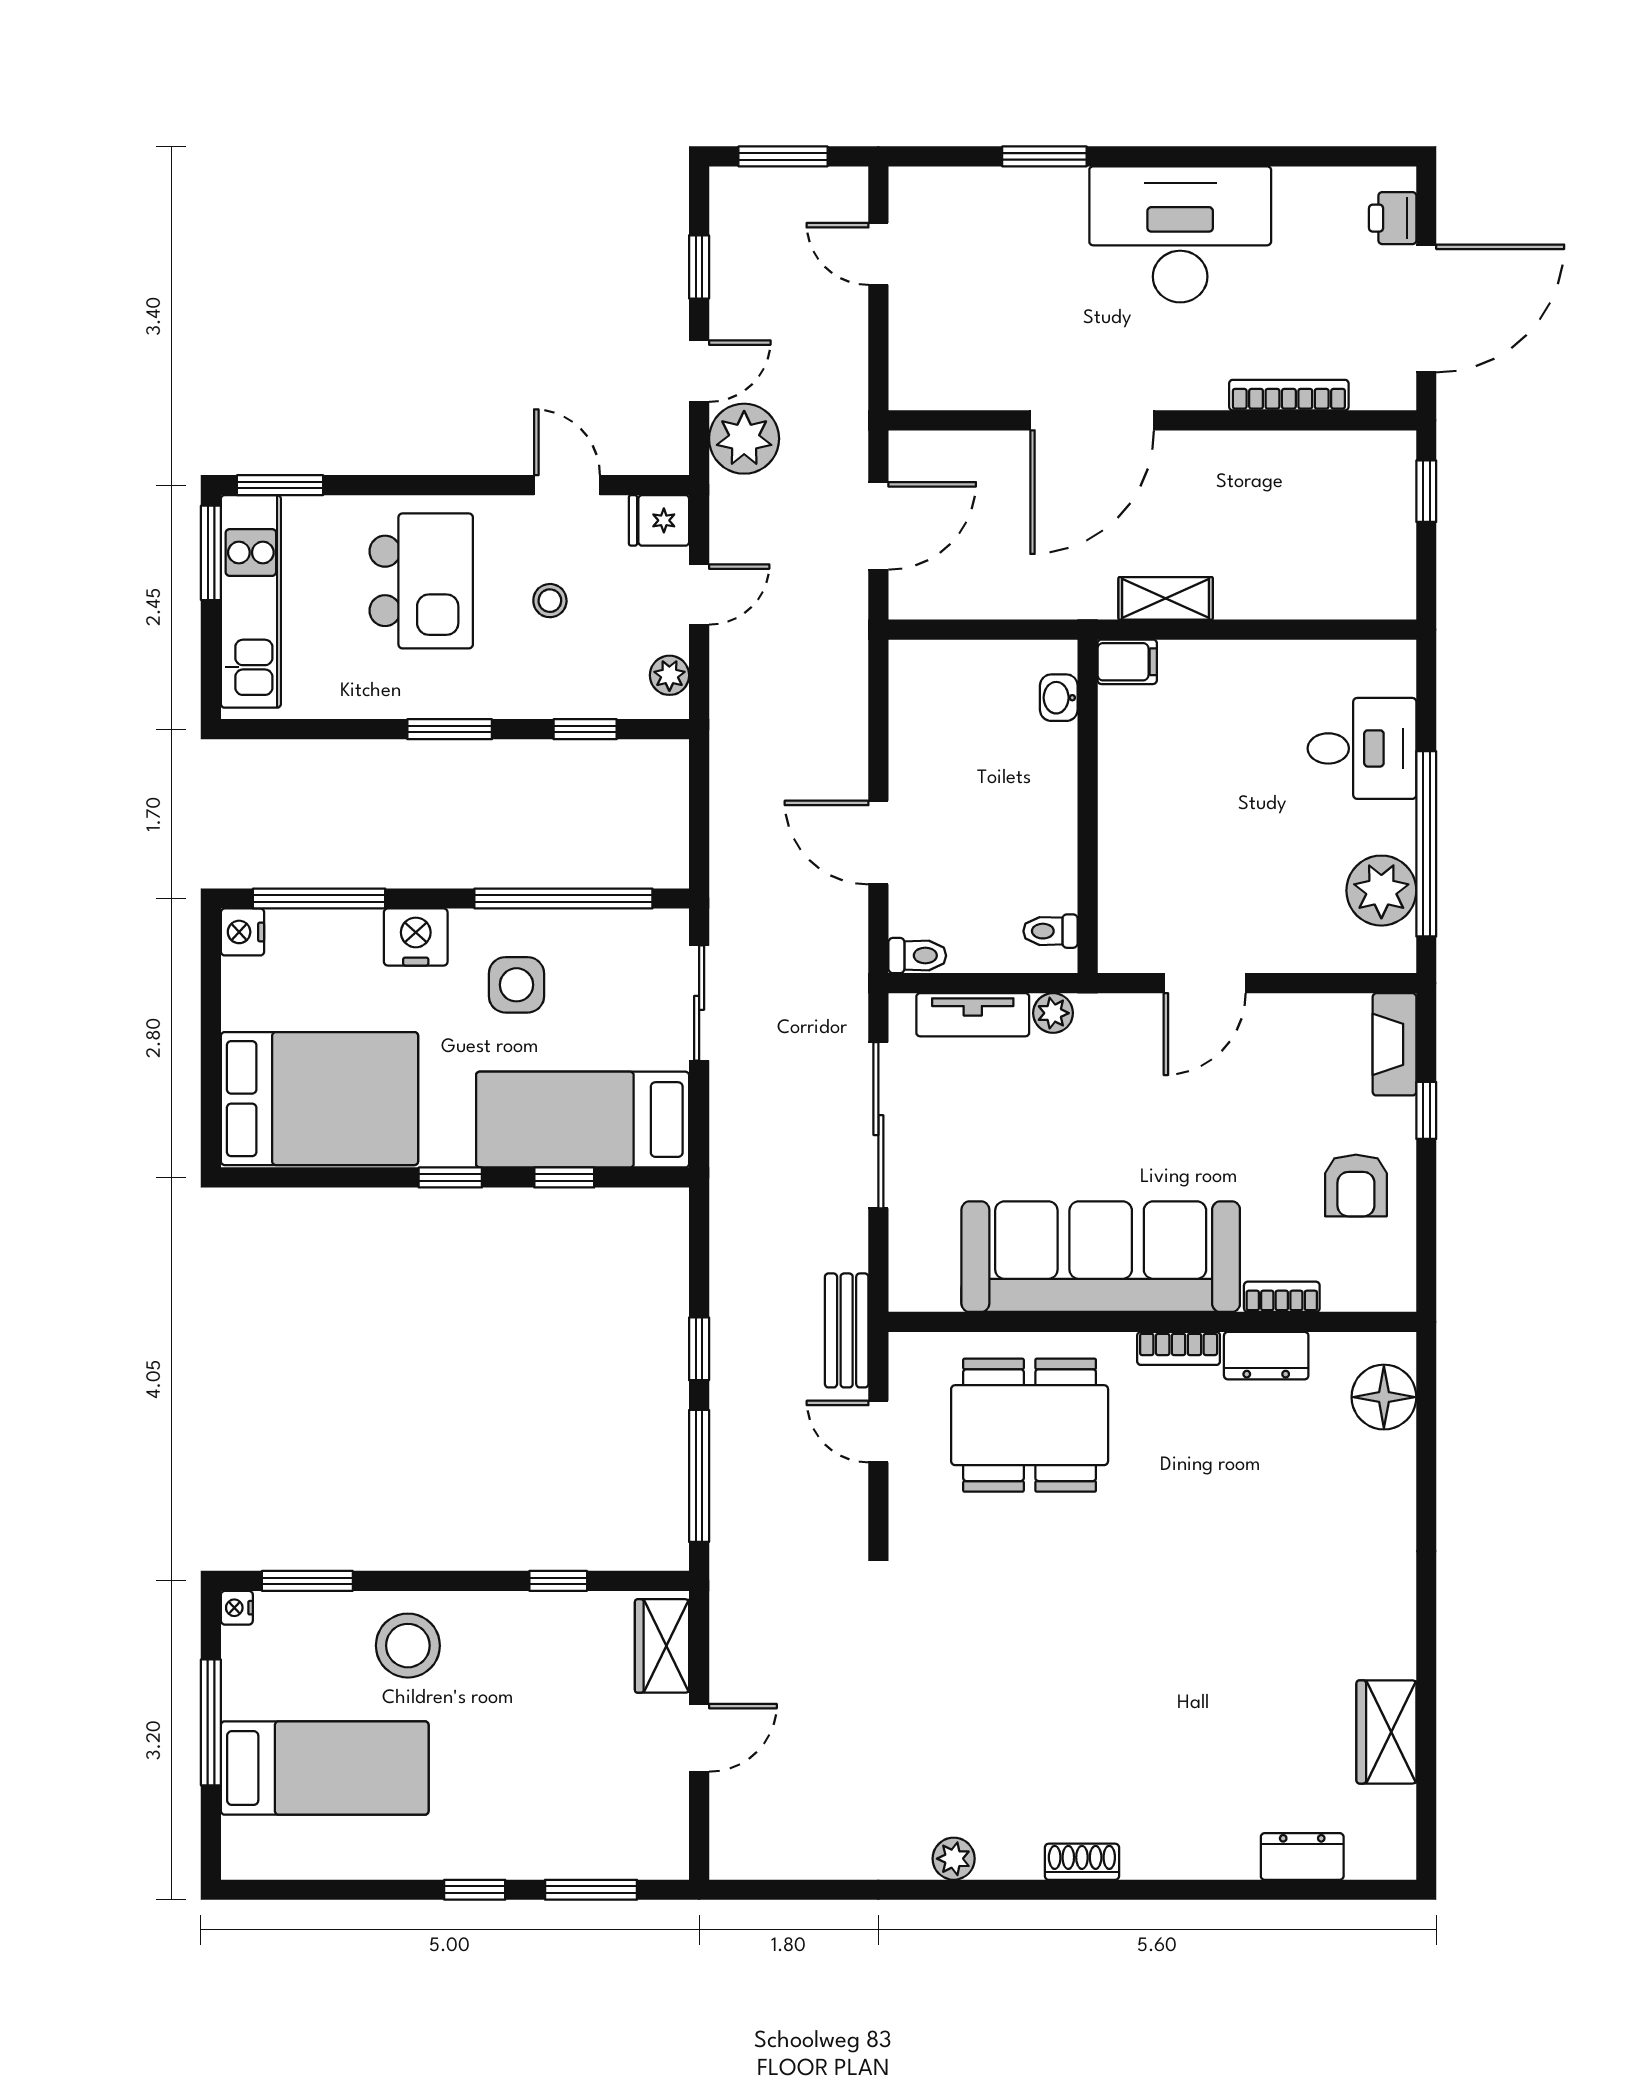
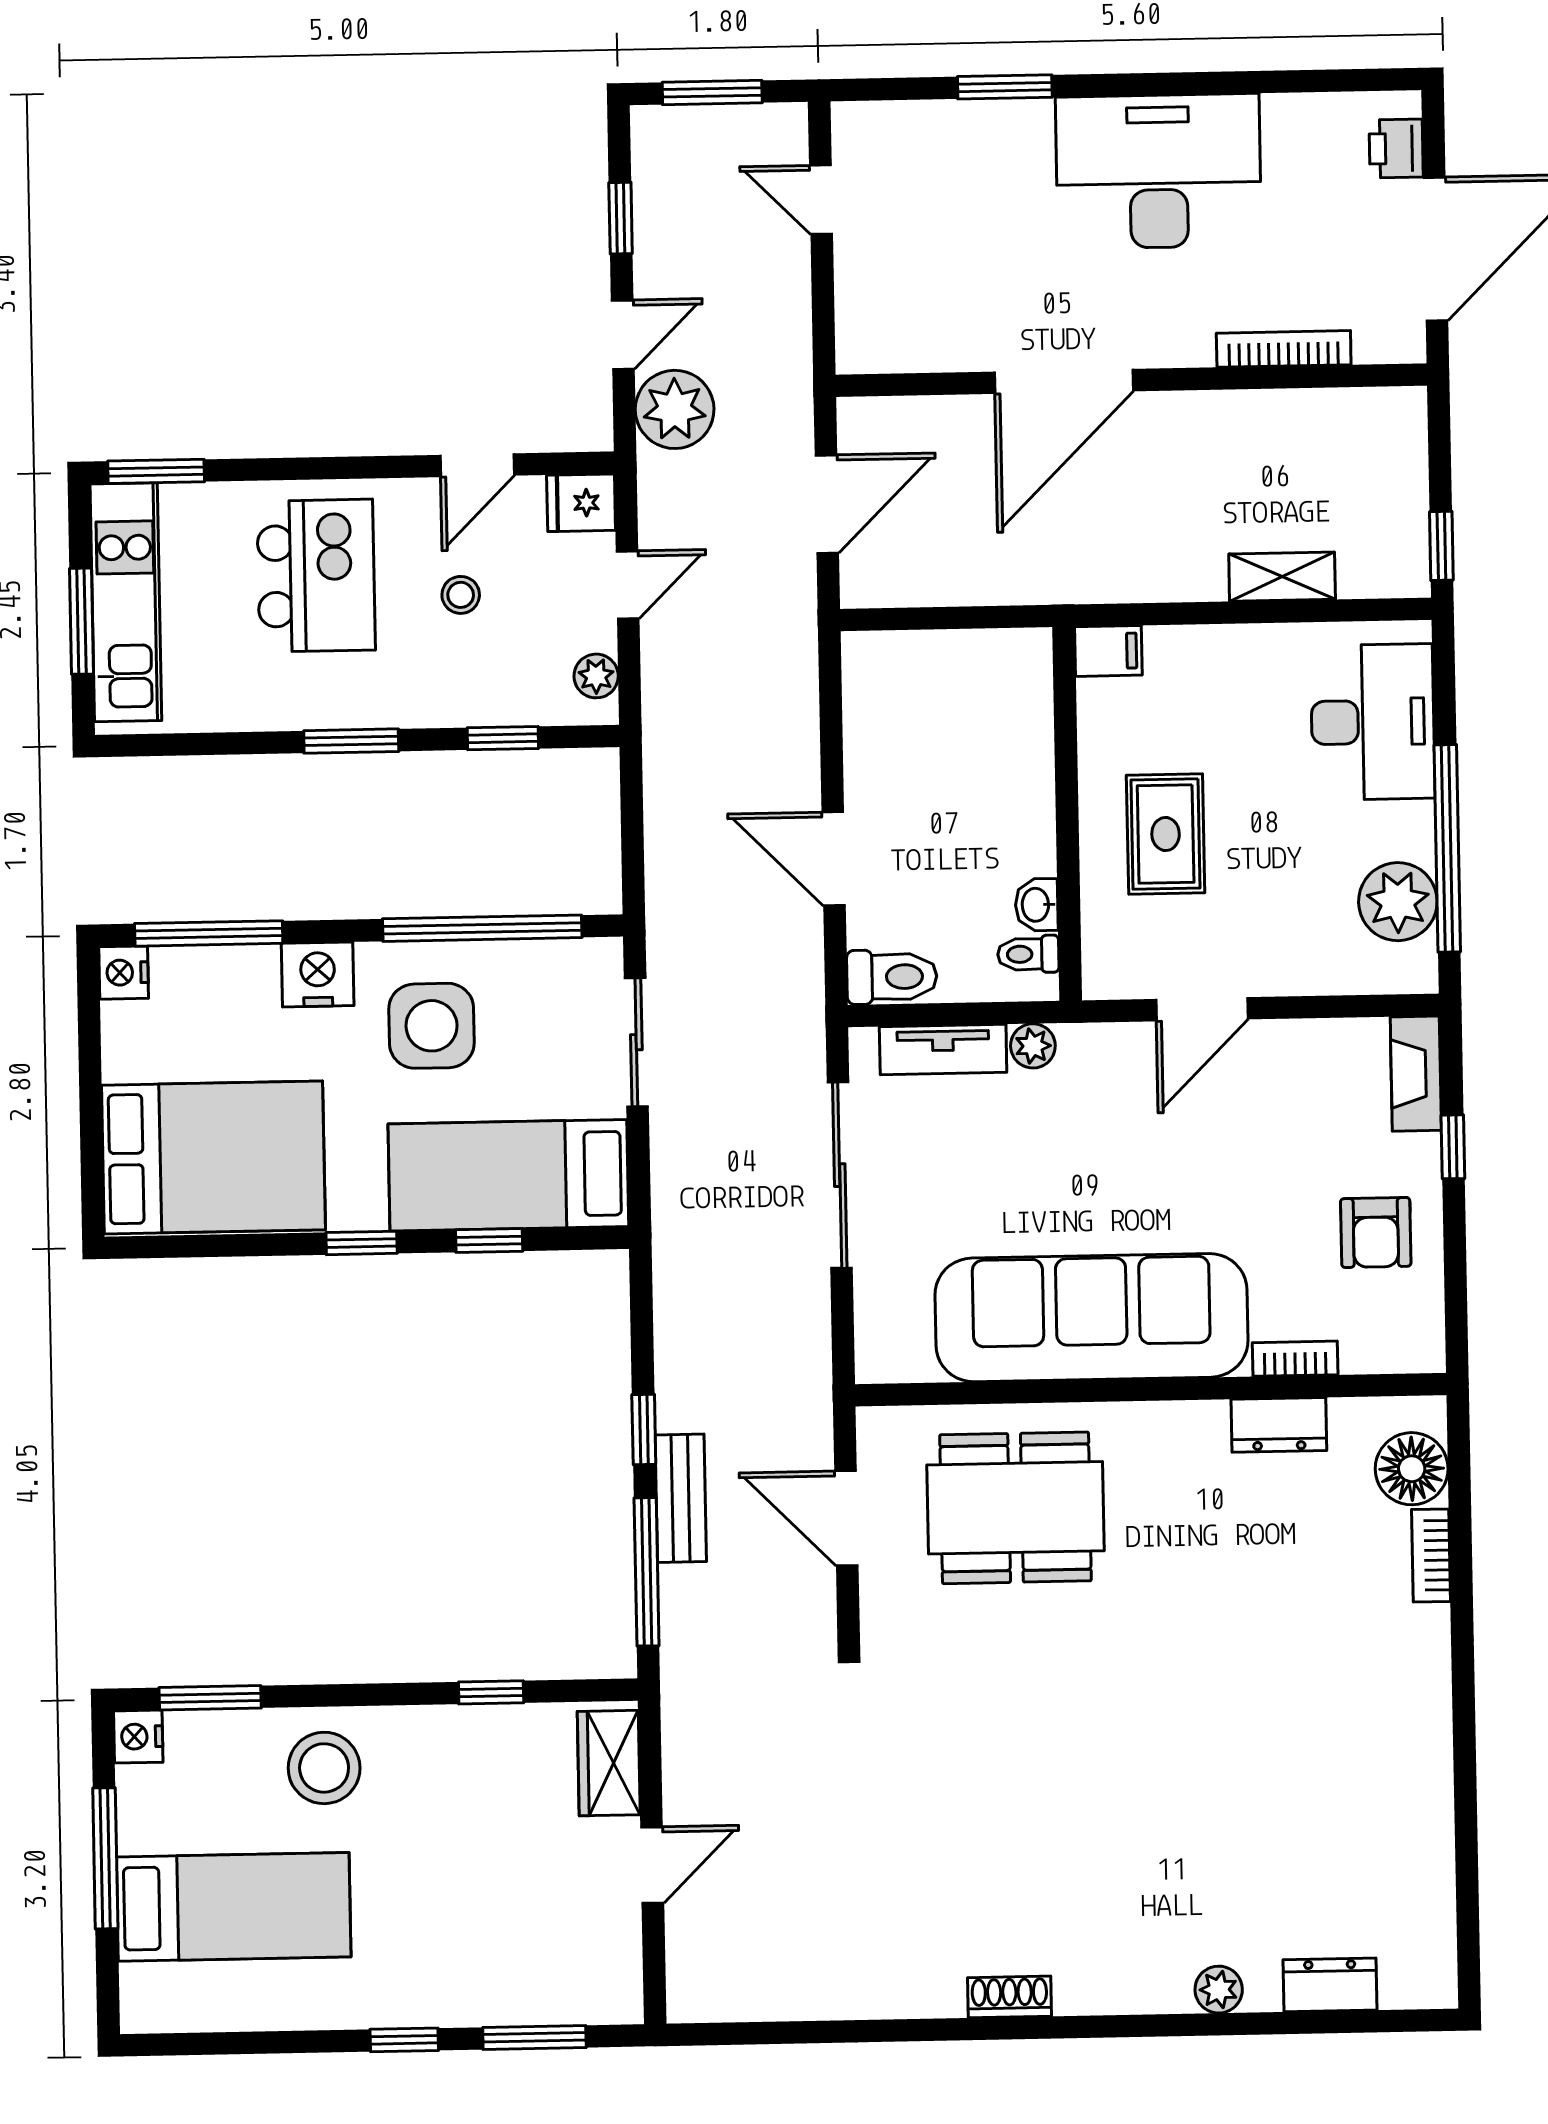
door: (567, 485) -> (477, 465), swing flipped
window: (1426, 491) -> (1441, 546), moved
window: (211, 553) -> (82, 621), moved
shelving: (1166, 598) -> (1282, 577), moved
washbasin: (1059, 698) -> (1037, 905), moved
desk: (1362, 748) -> (1373, 722), width x1.37
rug: (1175, 826) -> (1166, 834), added
toilet: (917, 956) -> (892, 977), width x1.37, depth x1.39
side table: (516, 985) -> (432, 1026), width x1.37, depth x1.37
bench: (847, 1330) -> (681, 1498), moved
bookcase: (1179, 1348) -> (1431, 1555), moved, turned 90
door: (878, 1432) -> (846, 1518), width x1.38
nightstand: (237, 1608) -> (138, 1737), width x1.39, depth x1.35
wardrobe: (1386, 1732) -> (1422, 1844), removed
plant: (954, 1859) -> (1219, 1990), moved
shoe rack: (1082, 1862) -> (1009, 1997), moved

